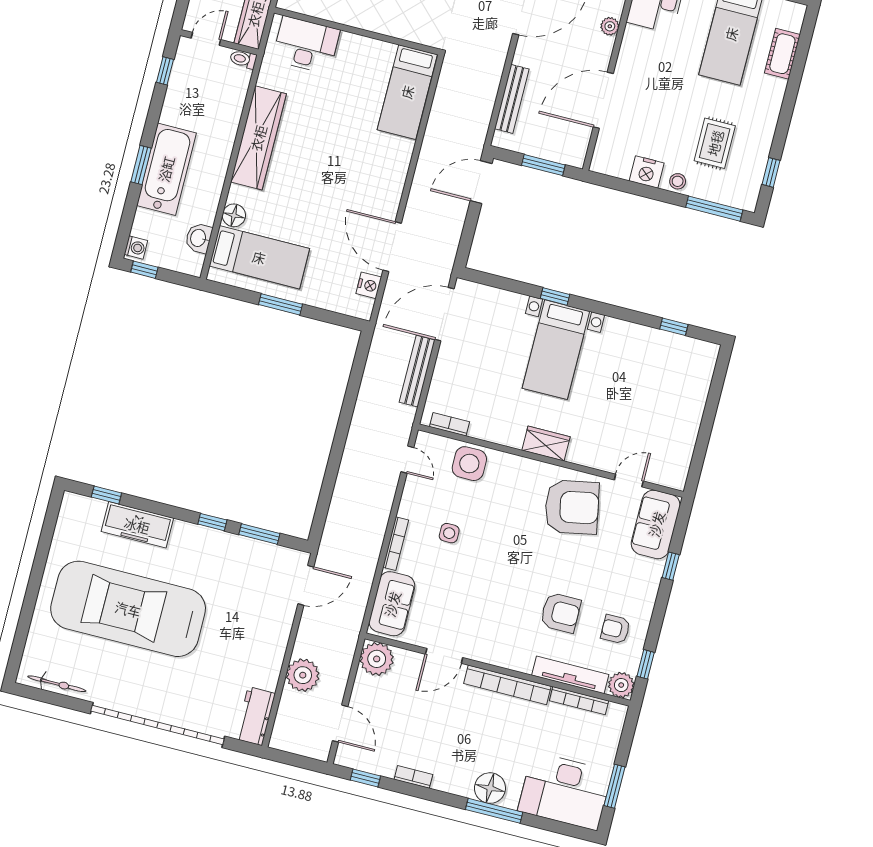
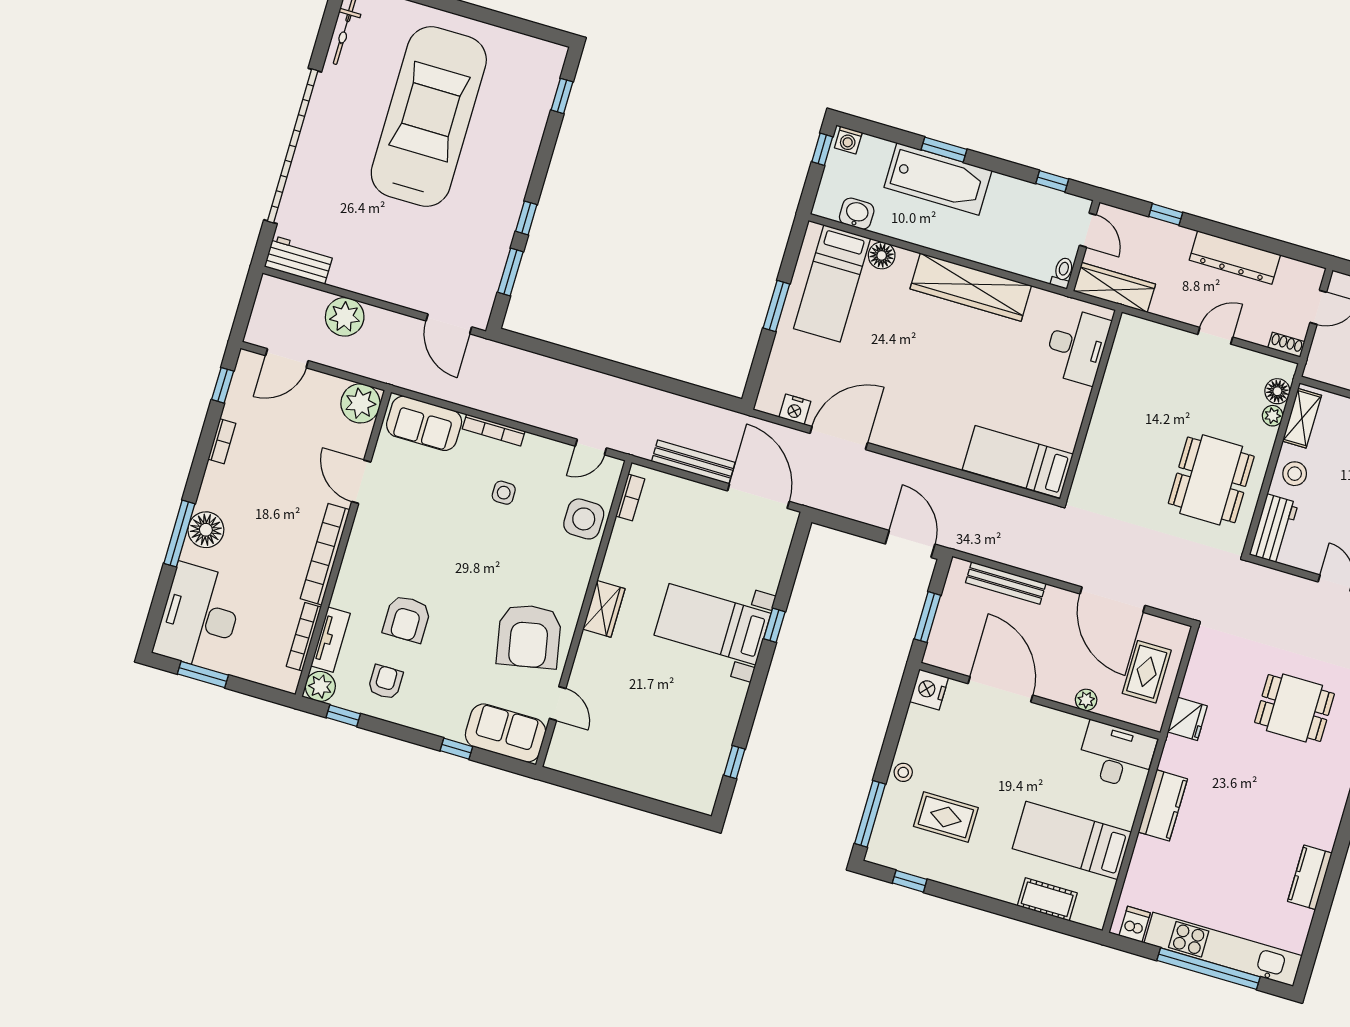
nightstand: (647, 172) -> (929, 690), moved
freezer: (137, 525) -> (526, 131), removed
tv unit: (570, 675) -> (331, 640), width x0.71

